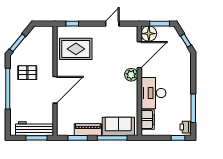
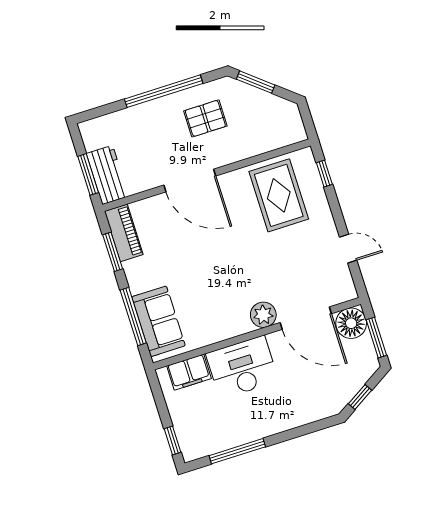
pallet: (27, 73) -> (205, 118), turned 90
printer: (186, 127) -> (197, 448), removed
workbench: (34, 129) -> (107, 175), width x0.73
piano: (88, 130) -> (124, 233), moved

